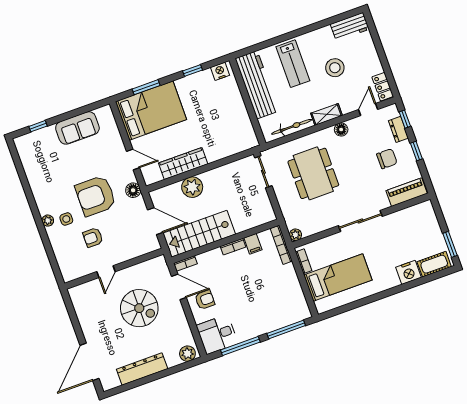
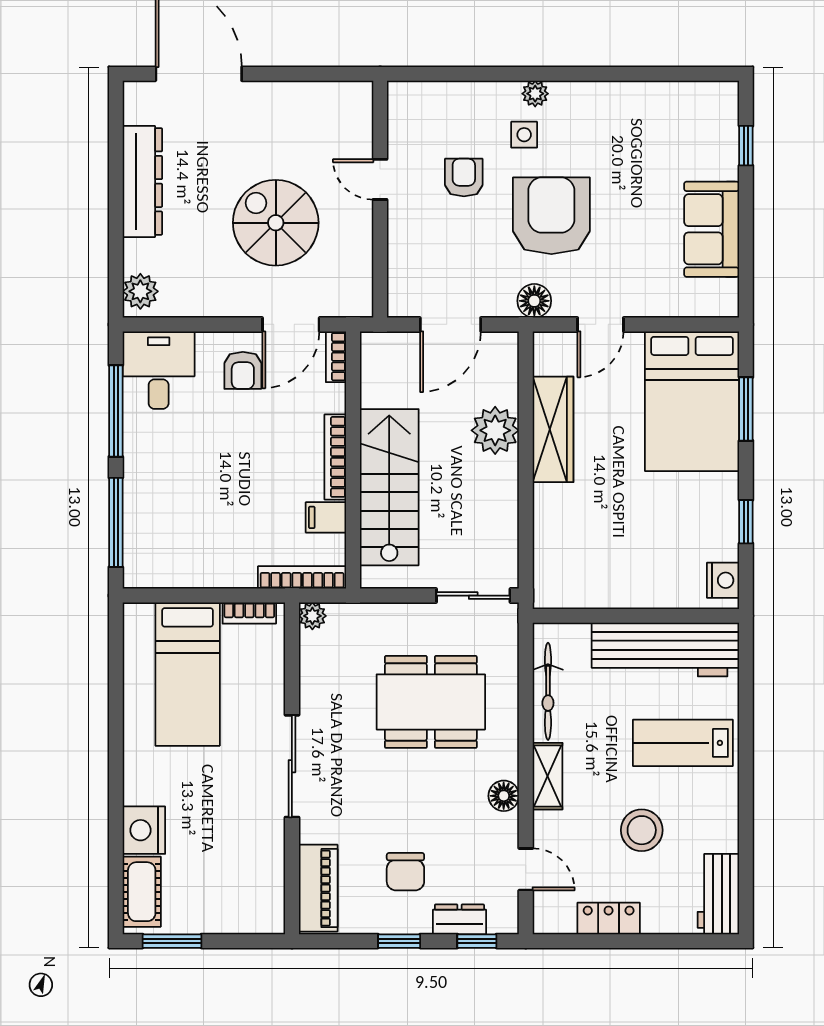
locker: (383, 87) -> (609, 918), moved
stairs: (199, 234) -> (389, 487), moved
bookcase: (233, 247) -> (335, 457), width x1.56
spiral stairs: (139, 308) -> (276, 223), turned 90

